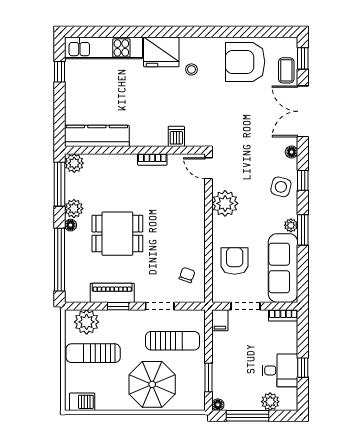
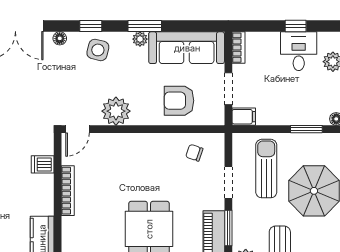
bookcase: (152, 159) -> (68, 191), width x1.56
window: (118, 306) -> (228, 228), width x1.50

